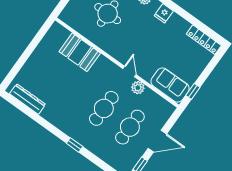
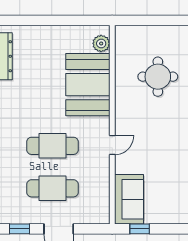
booth: (80, 52) -> (88, 85), width x1.36, depth x1.42
plant: (138, 88) -> (101, 43), moved

